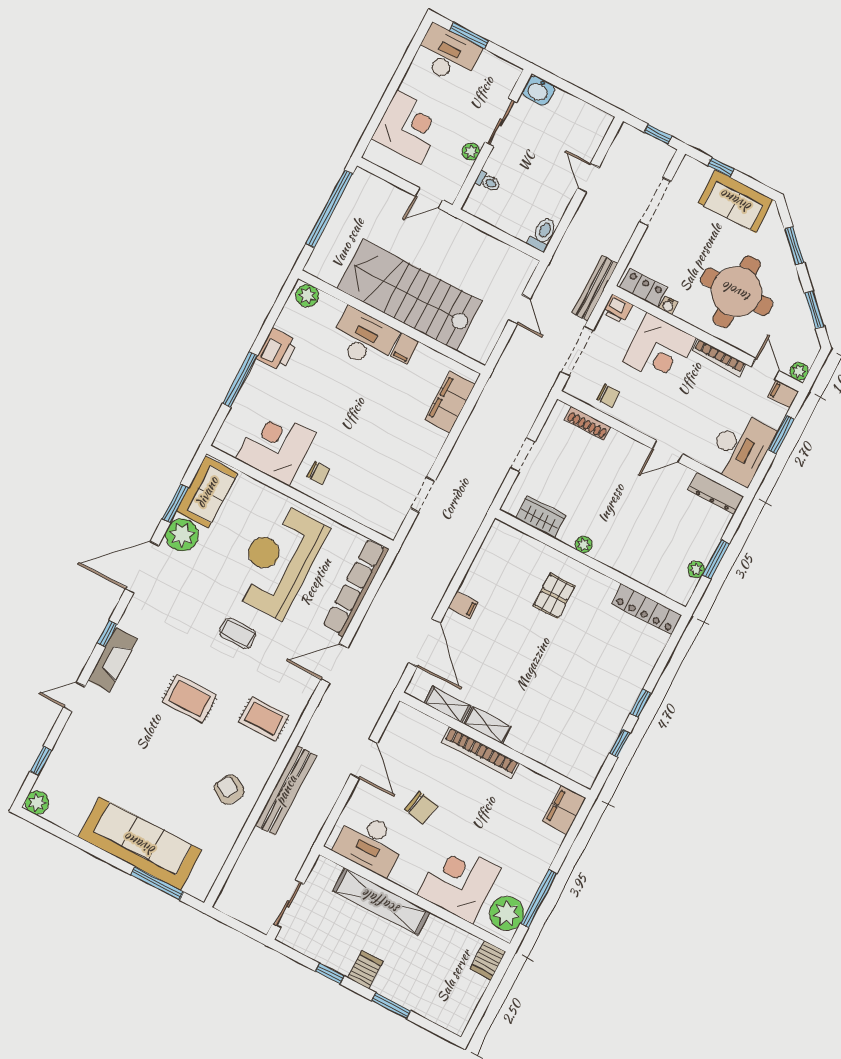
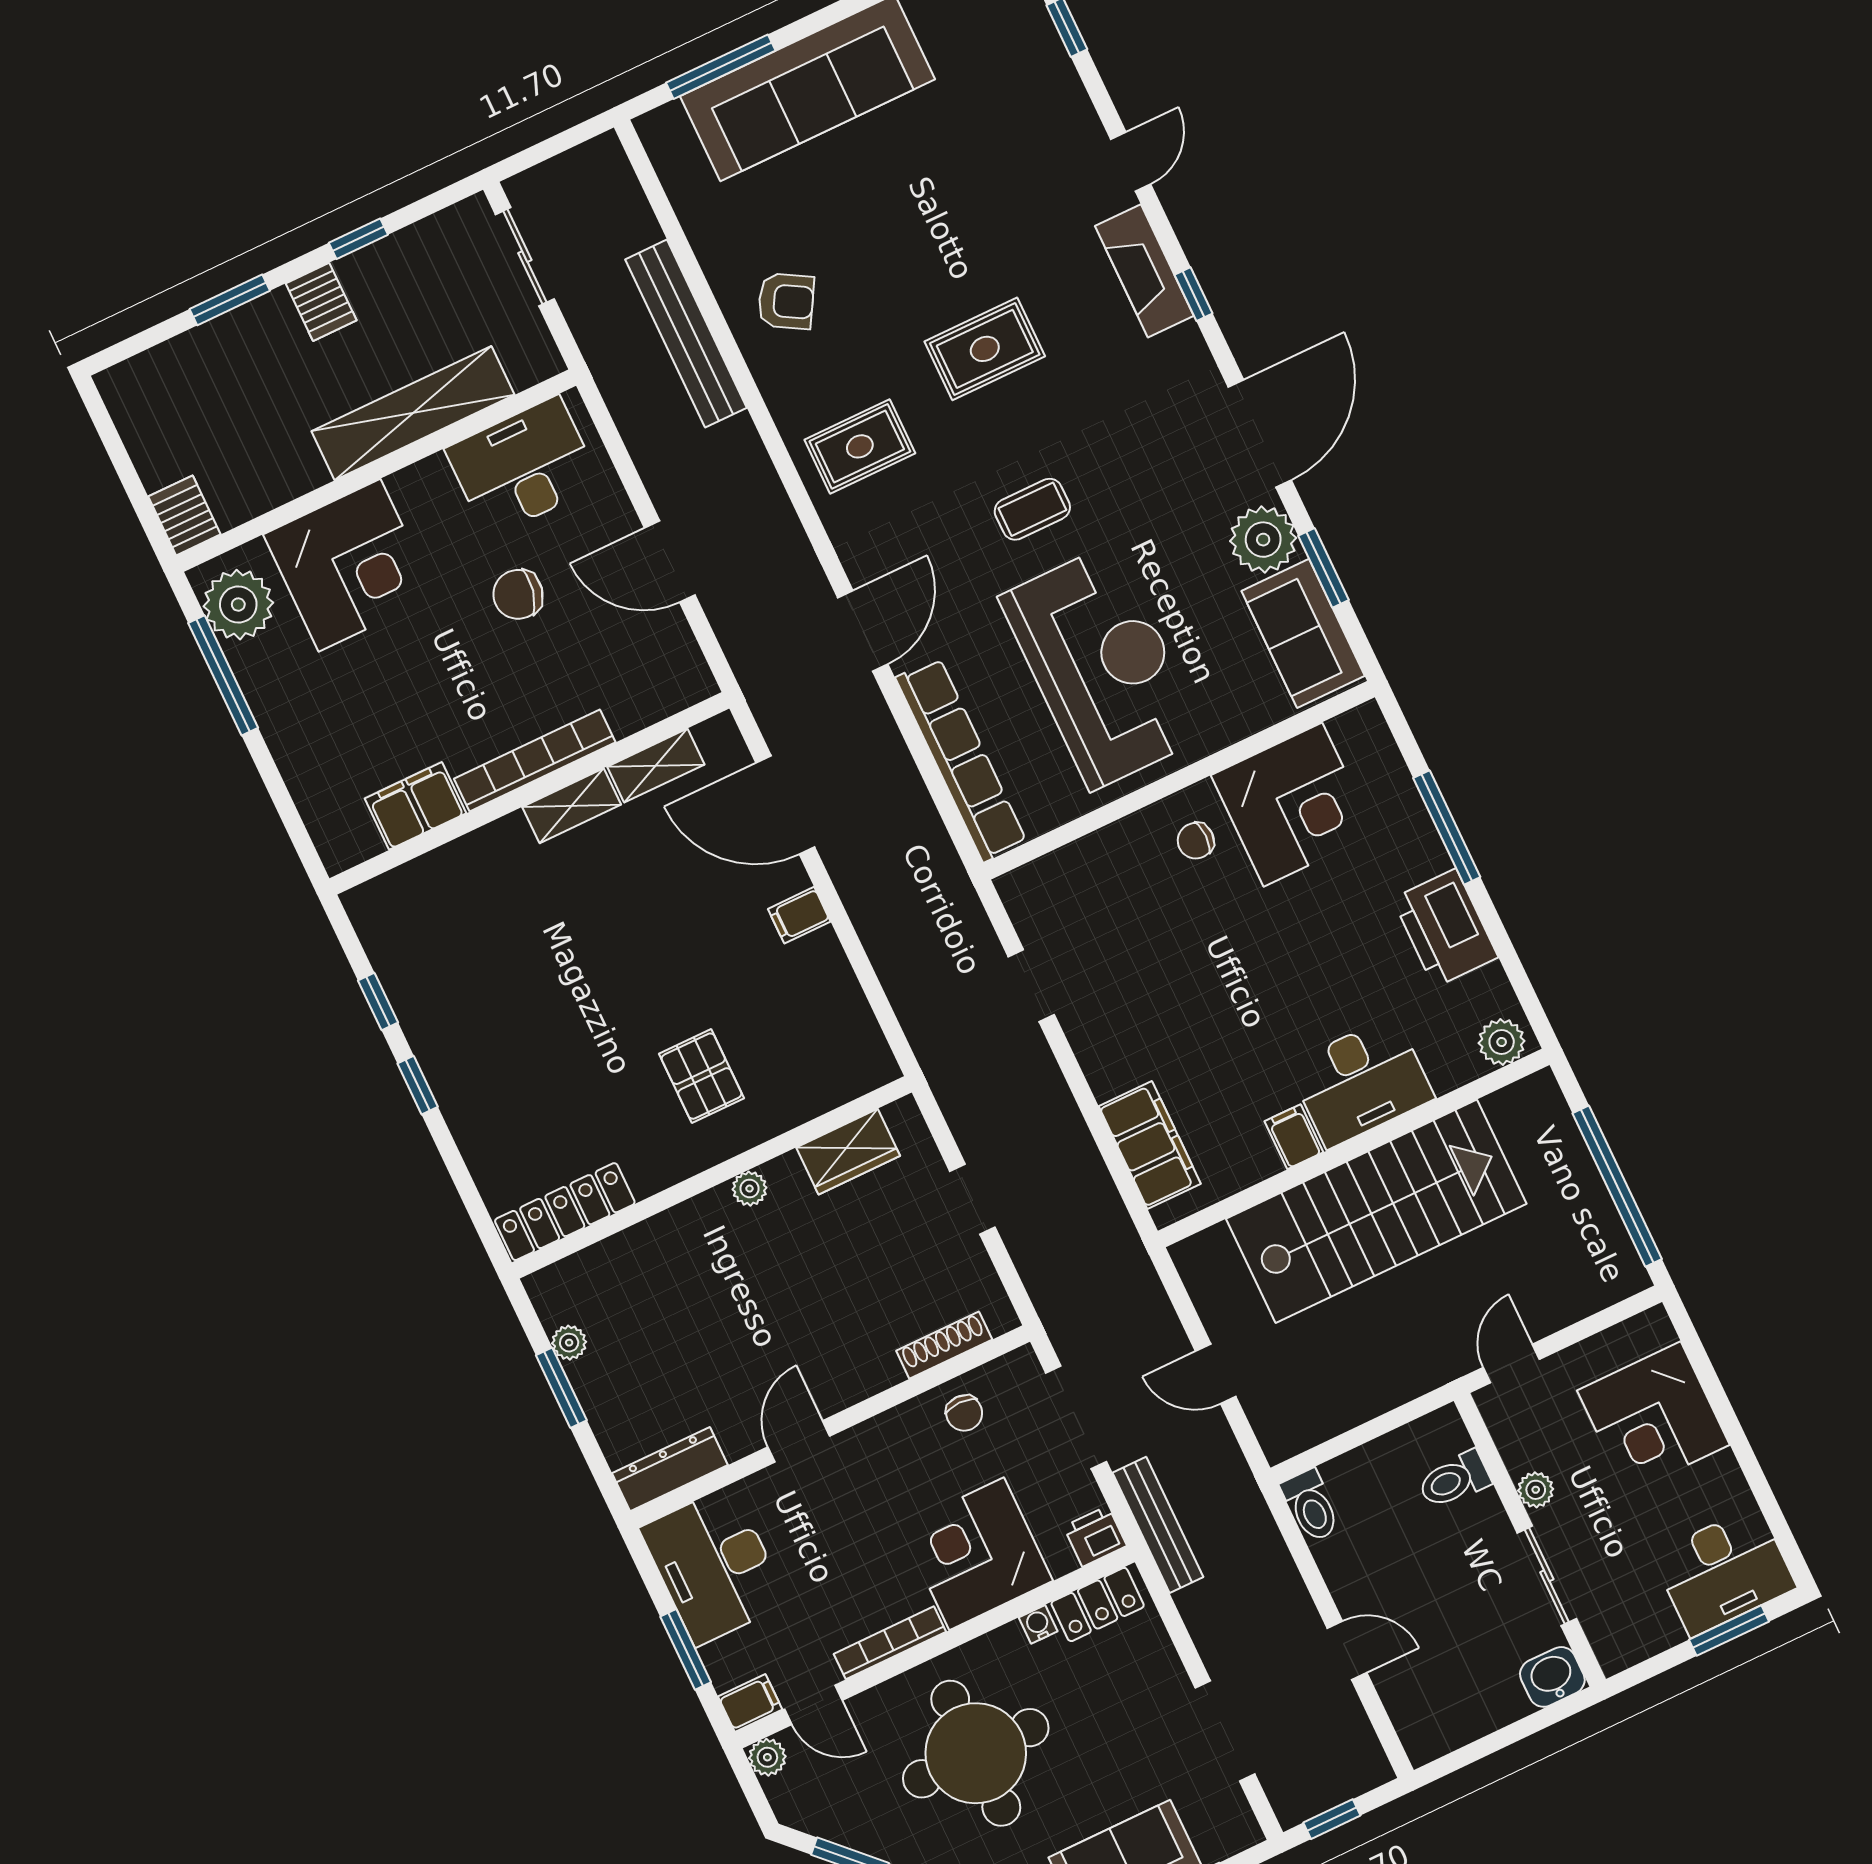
toilet: (488, 182) -> (1454, 1480), width x1.37, depth x1.39
printer: (277, 350) -> (1445, 928), width x1.37, depth x1.19
chair: (608, 396) -> (964, 1413), turned -89
bench: (286, 790) -> (686, 334), moved
filing cabinet: (564, 810) -> (416, 806), moved, turned -90

